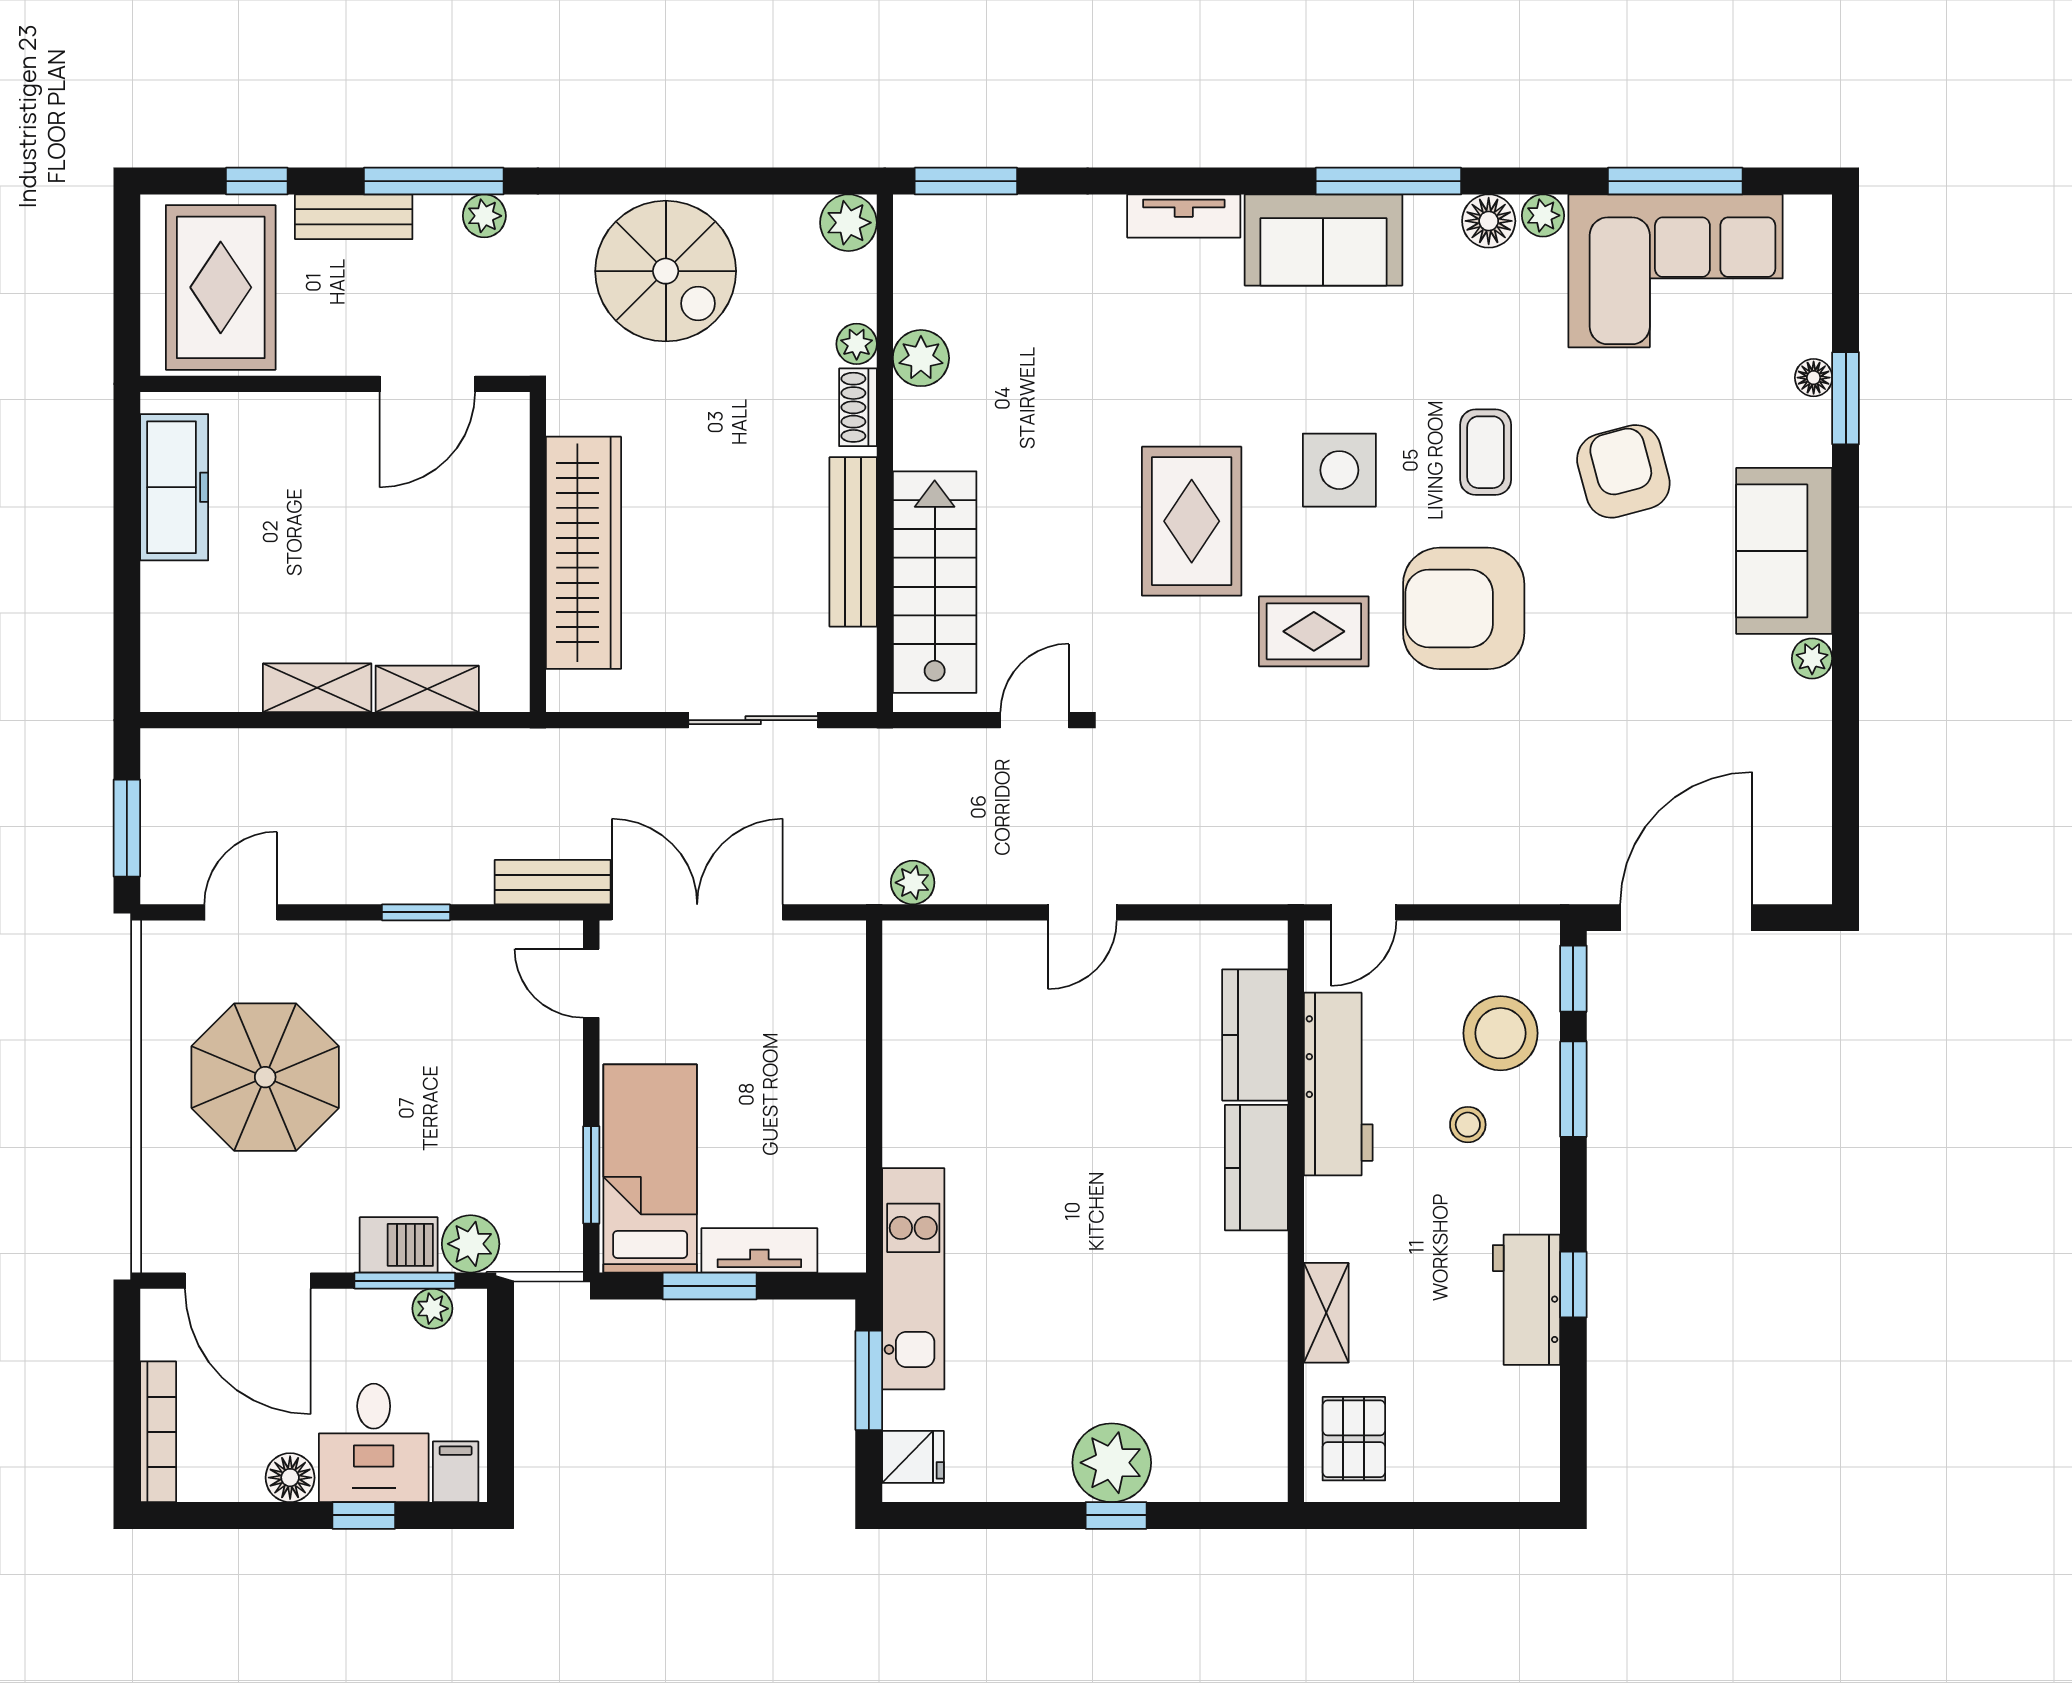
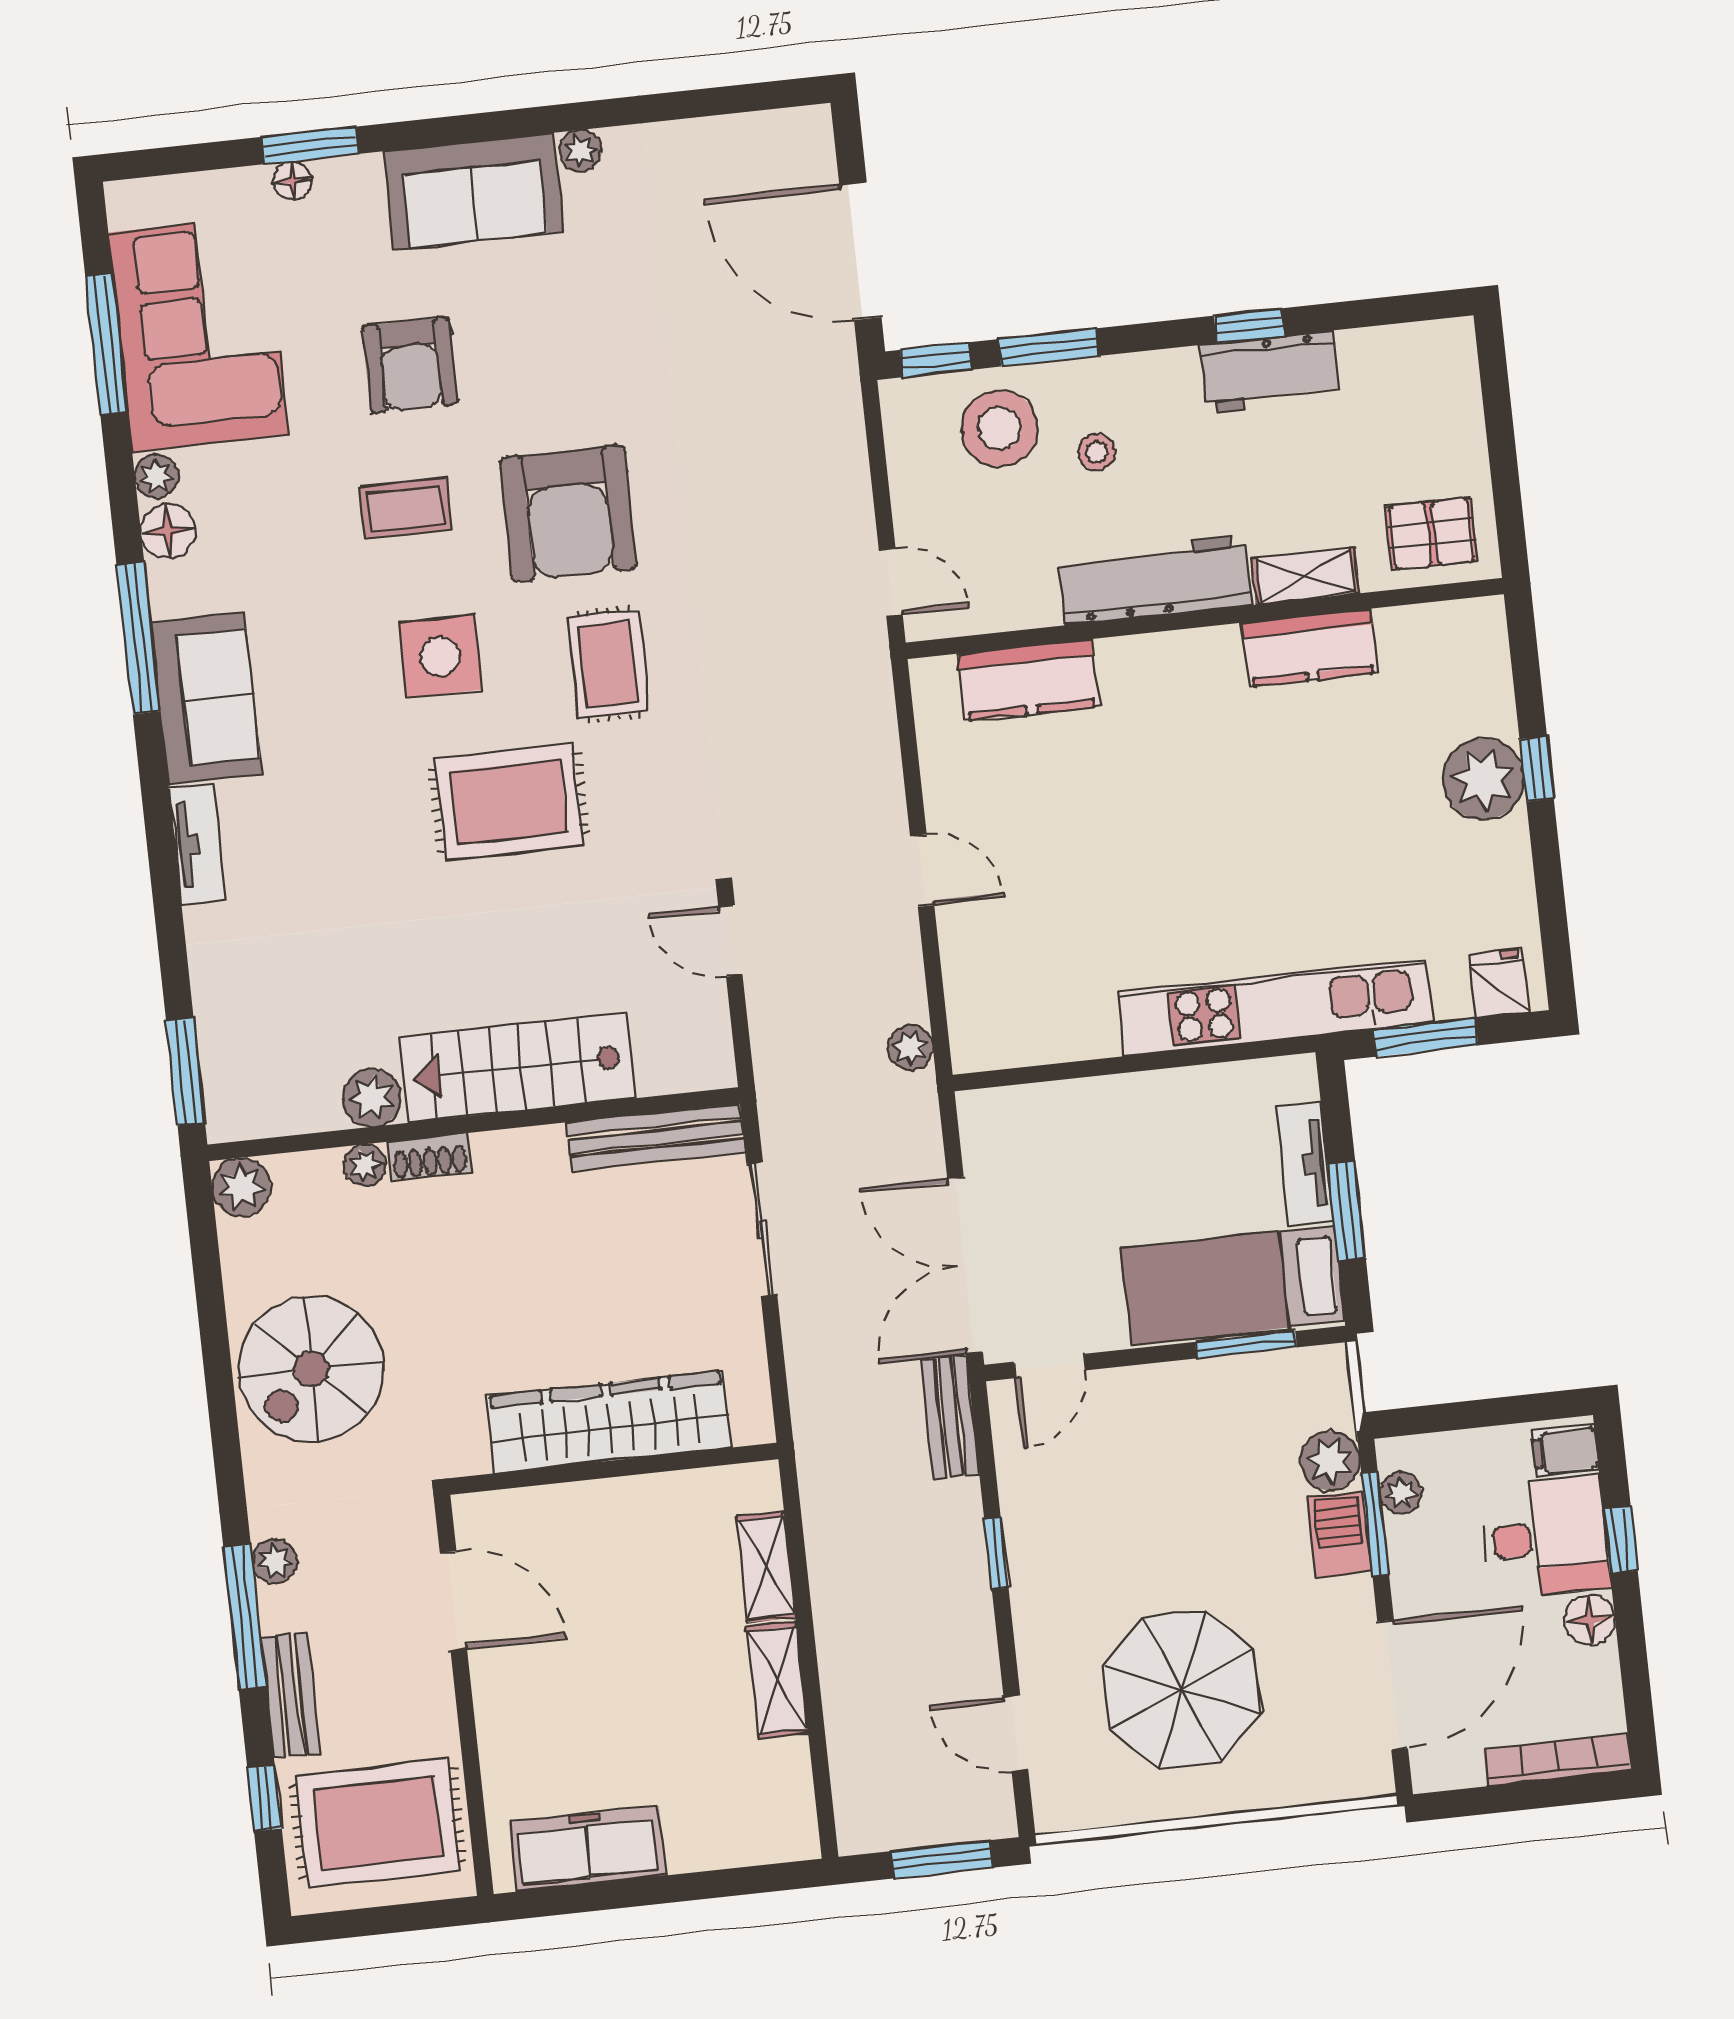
spiral stairs: (666, 271) -> (311, 1369), turned 180
armchair: (1623, 471) -> (410, 365), turned -75
bench: (853, 542) -> (656, 1137), moved
stairs: (935, 582) -> (517, 1068), moved
workbench: (1338, 1084) -> (1155, 580), moved
kitchen counter: (1256, 1168) -> (1310, 648), moved
kitchen unit: (913, 1279) -> (1275, 1007), width x1.36

